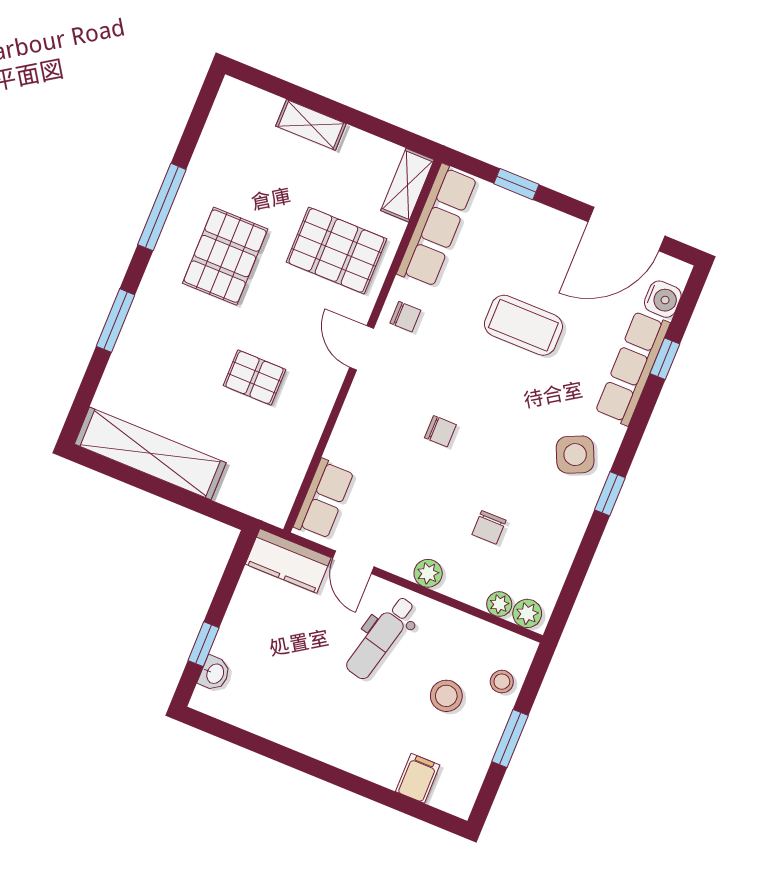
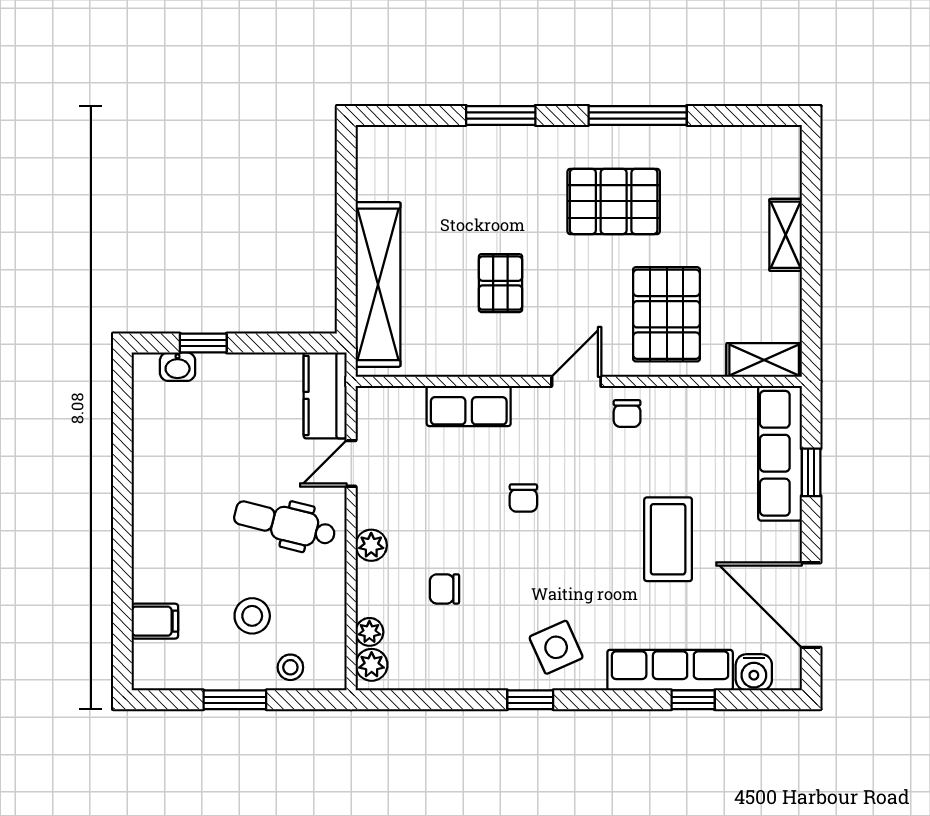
row of seats: (437, 226) -> (780, 453), moved, turned 90
shelving: (150, 453) -> (378, 284), moved
row of seats: (324, 499) -> (469, 406), moved

